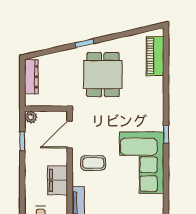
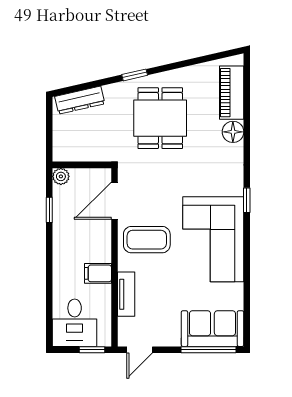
dresser: (31, 77) -> (80, 100), moved, turned 77
floor lamp: (156, 85) -> (233, 132), added
coffee table: (93, 163) -> (147, 240), width x1.36, depth x1.30
filing cabinet: (58, 180) -> (98, 273), width x0.50

